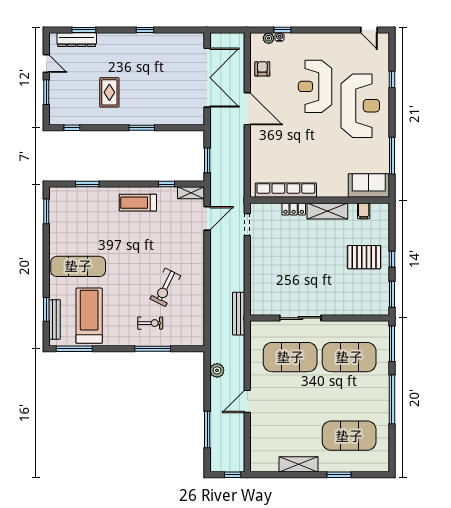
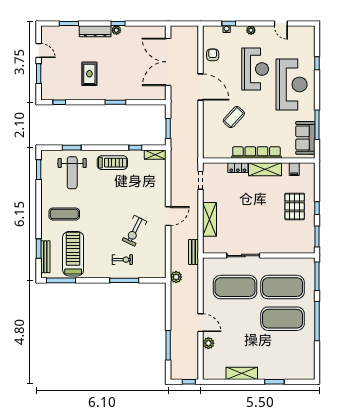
door: (369, 30) -> (281, 23), moved
plant: (143, 38) -> (116, 30), added
plant: (269, 38) -> (251, 30), moved
dresser: (77, 40) -> (95, 31), moved
double door: (207, 78) -> (168, 62), swing flipped
reception desk: (315, 86) -> (255, 69), turned 180
coffee table: (289, 146) -> (234, 117), added
sofa: (369, 186) -> (305, 138), moved, turned -90
row of seats: (286, 190) -> (256, 153), moved
treadmill: (138, 203) -> (112, 163), turned 180
weight bench: (88, 215) -> (72, 173), added
door: (207, 218) -> (168, 216), moved
pallet: (364, 257) -> (295, 206), turned 90
exercise mat: (78, 266) -> (64, 214), width x0.73, depth x0.69
shelving: (258, 273) -> (210, 219), added
bench: (239, 314) -> (194, 252), width x0.73
plant: (217, 370) -> (176, 277), moved
door: (247, 401) -> (201, 323), swing flipped
plant: (257, 427) -> (208, 343), added
exercise mat: (349, 436) -> (283, 319), moved

